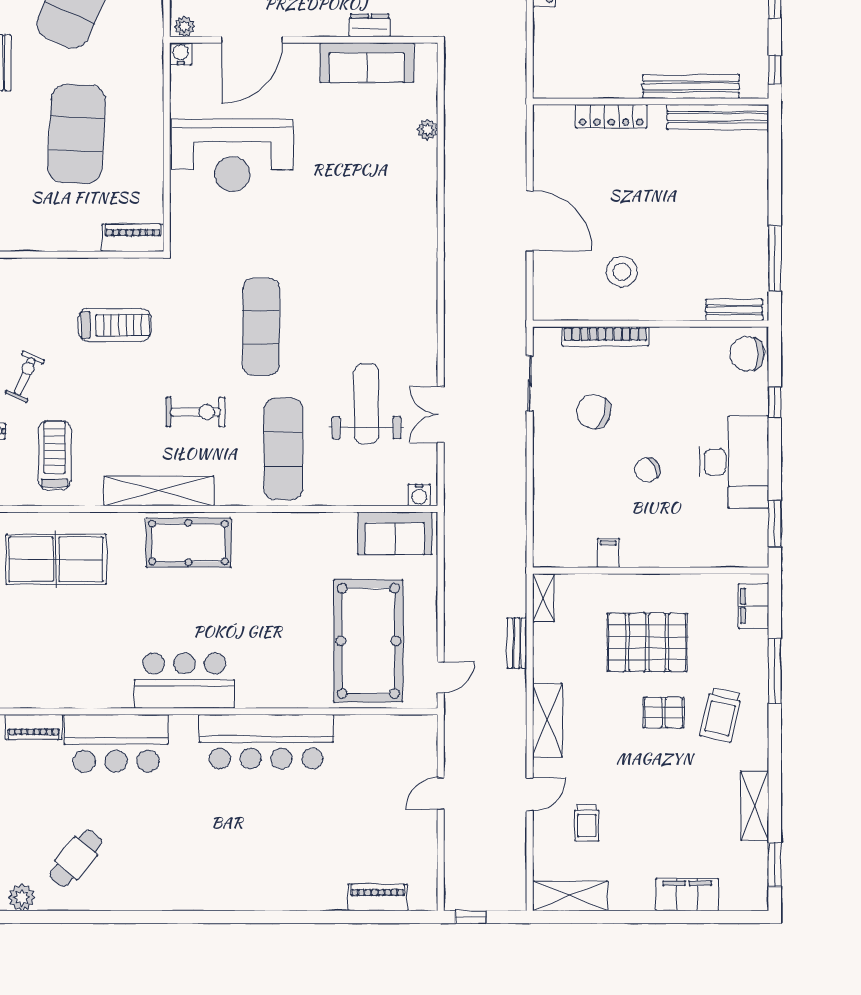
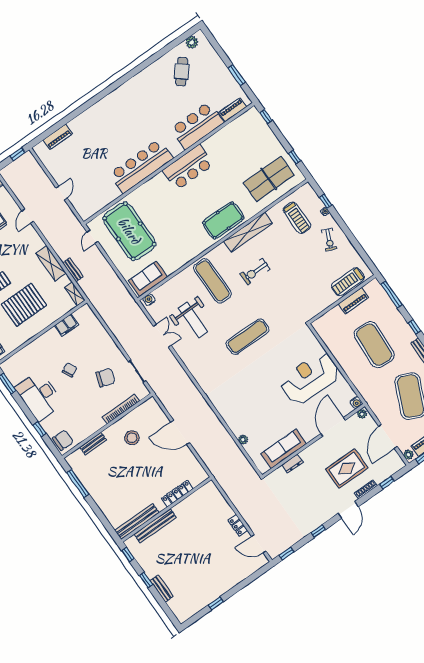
piano: (133, 238) -> (353, 301), moved
bench: (734, 310) -> (93, 444), moved
treadmill: (115, 325) -> (348, 282), moved
exercise mat: (261, 327) -> (248, 337), moved, turned 90
filing cabinet: (608, 553) -> (66, 325), width x2.00
shelving: (547, 720) -> (51, 263), moved

